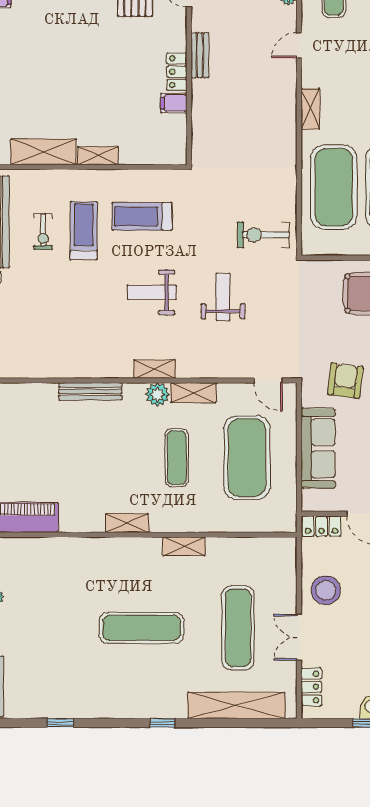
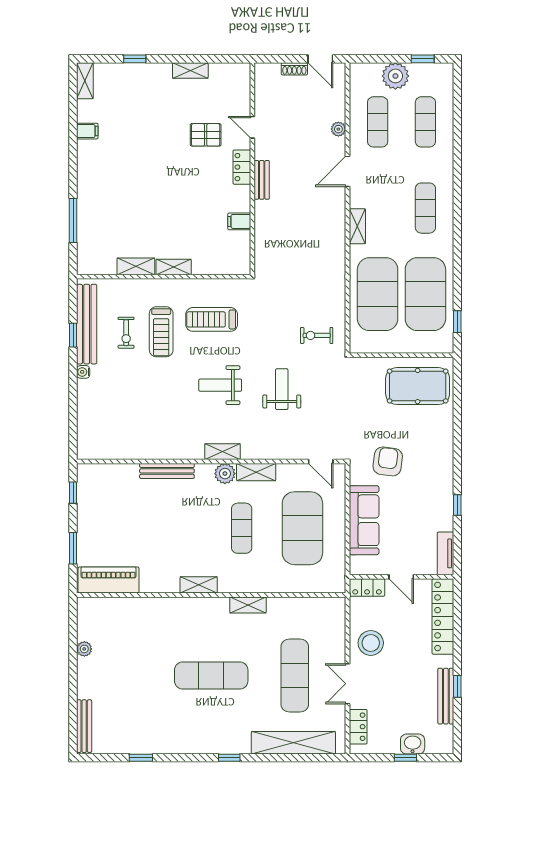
door: (299, 45) -> (348, 171), width x1.38
locker: (177, 72) -> (242, 167), moved
shelving: (44, 152) -> (136, 266), width x0.67, depth x0.75
treadmill: (84, 231) -> (161, 332), turned 180
exercise bike: (263, 235) -> (317, 335), width x0.73, depth x0.72

